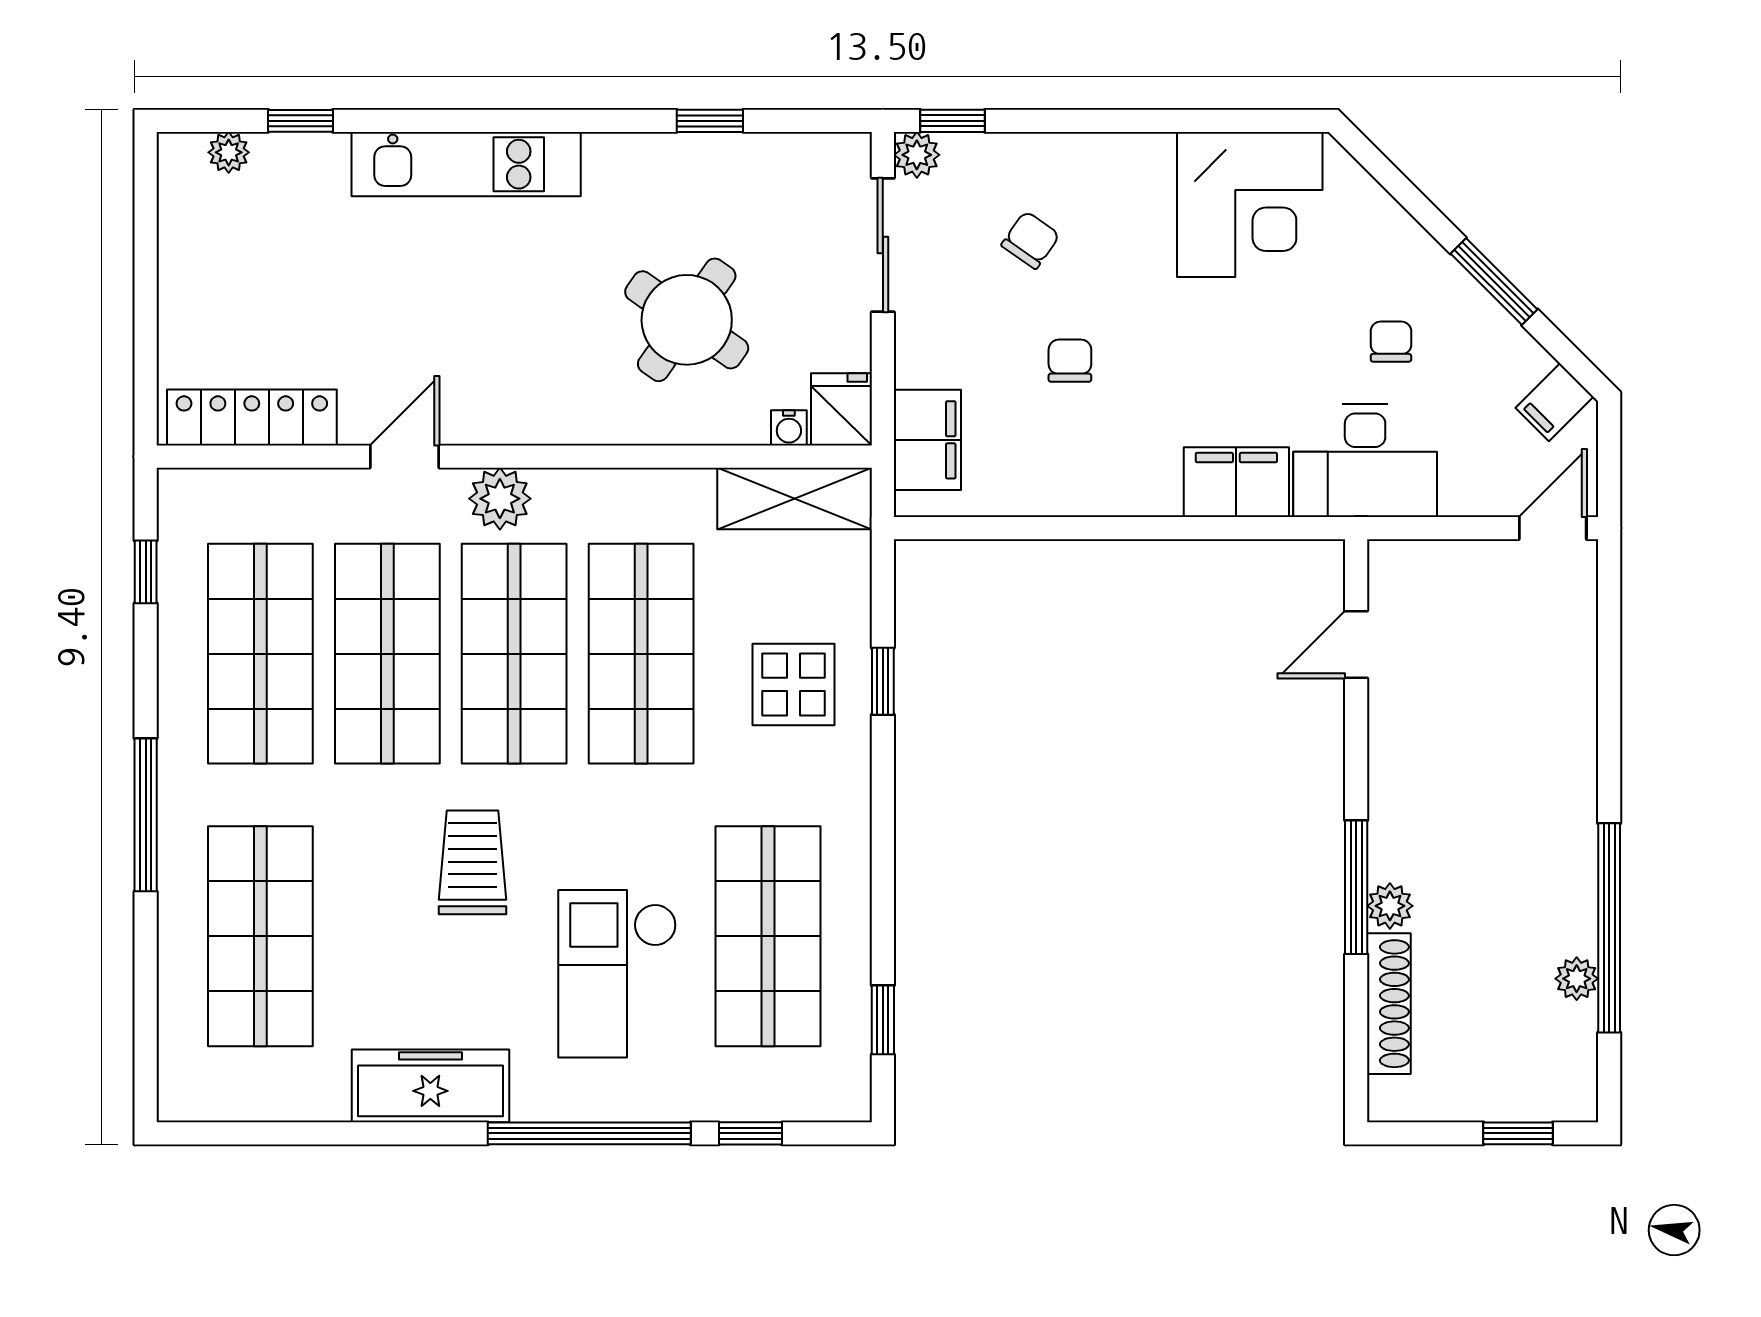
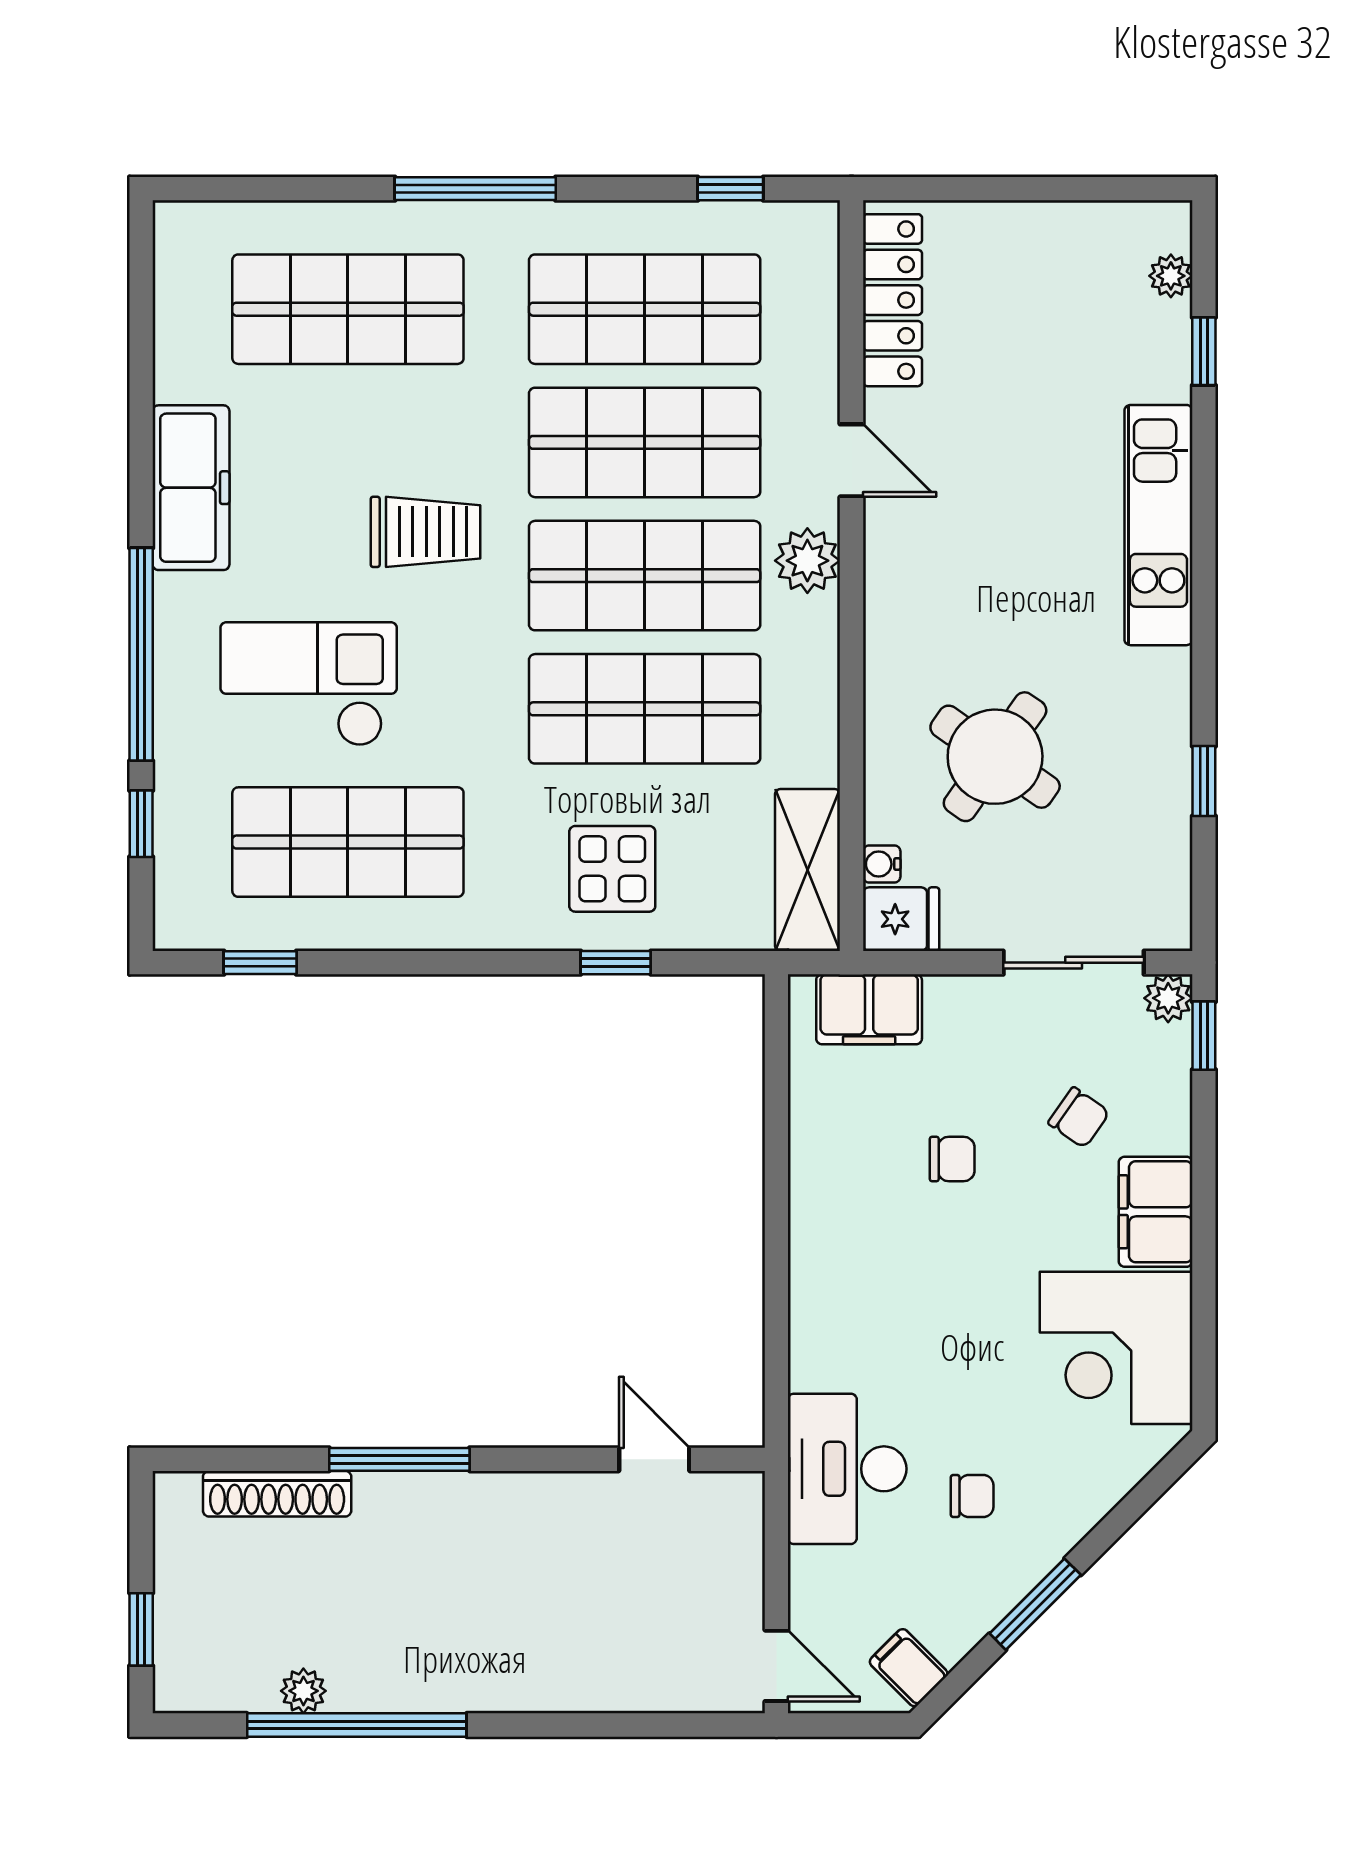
filing cabinet: (1236, 482) -> (1156, 1212), moved, turned 180
plant: (1390, 906) -> (380, 1495), removed

